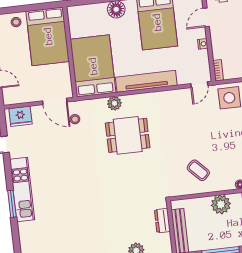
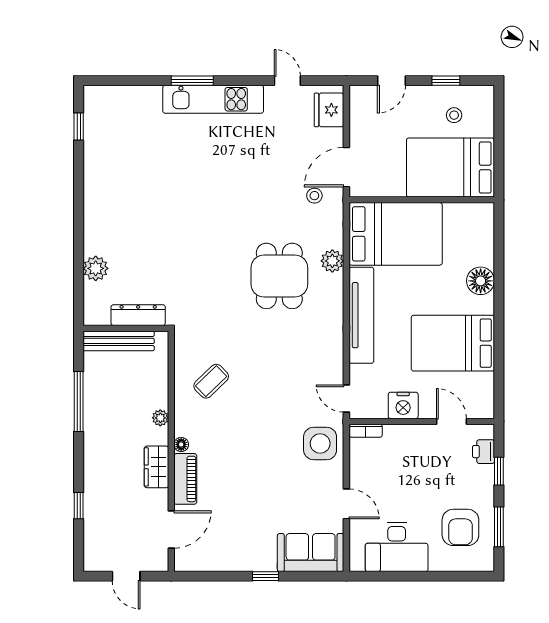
stool: (16, 22) -> (454, 115), moved
nightstand: (203, 44) -> (403, 405), width x1.89, depth x1.79
plant: (221, 204) -> (160, 418), width x0.53, depth x0.53
dresser: (162, 221) -> (138, 315), width x1.44

